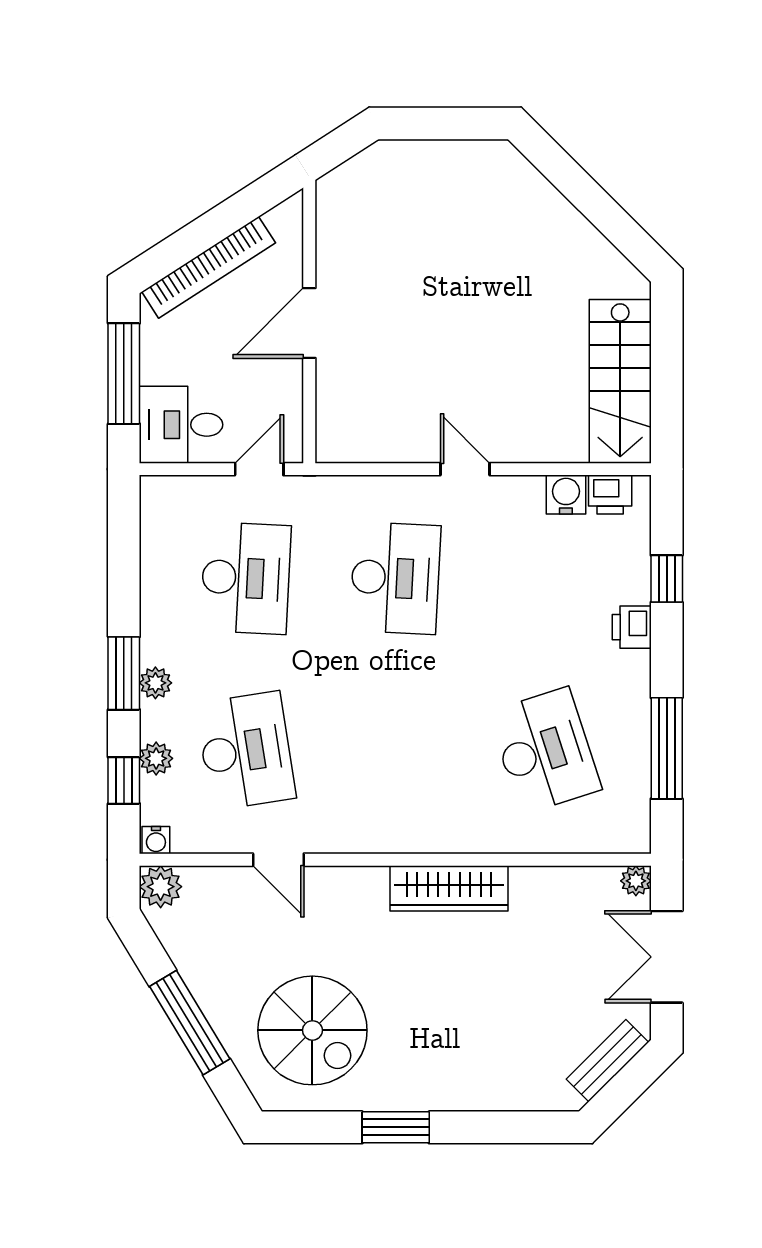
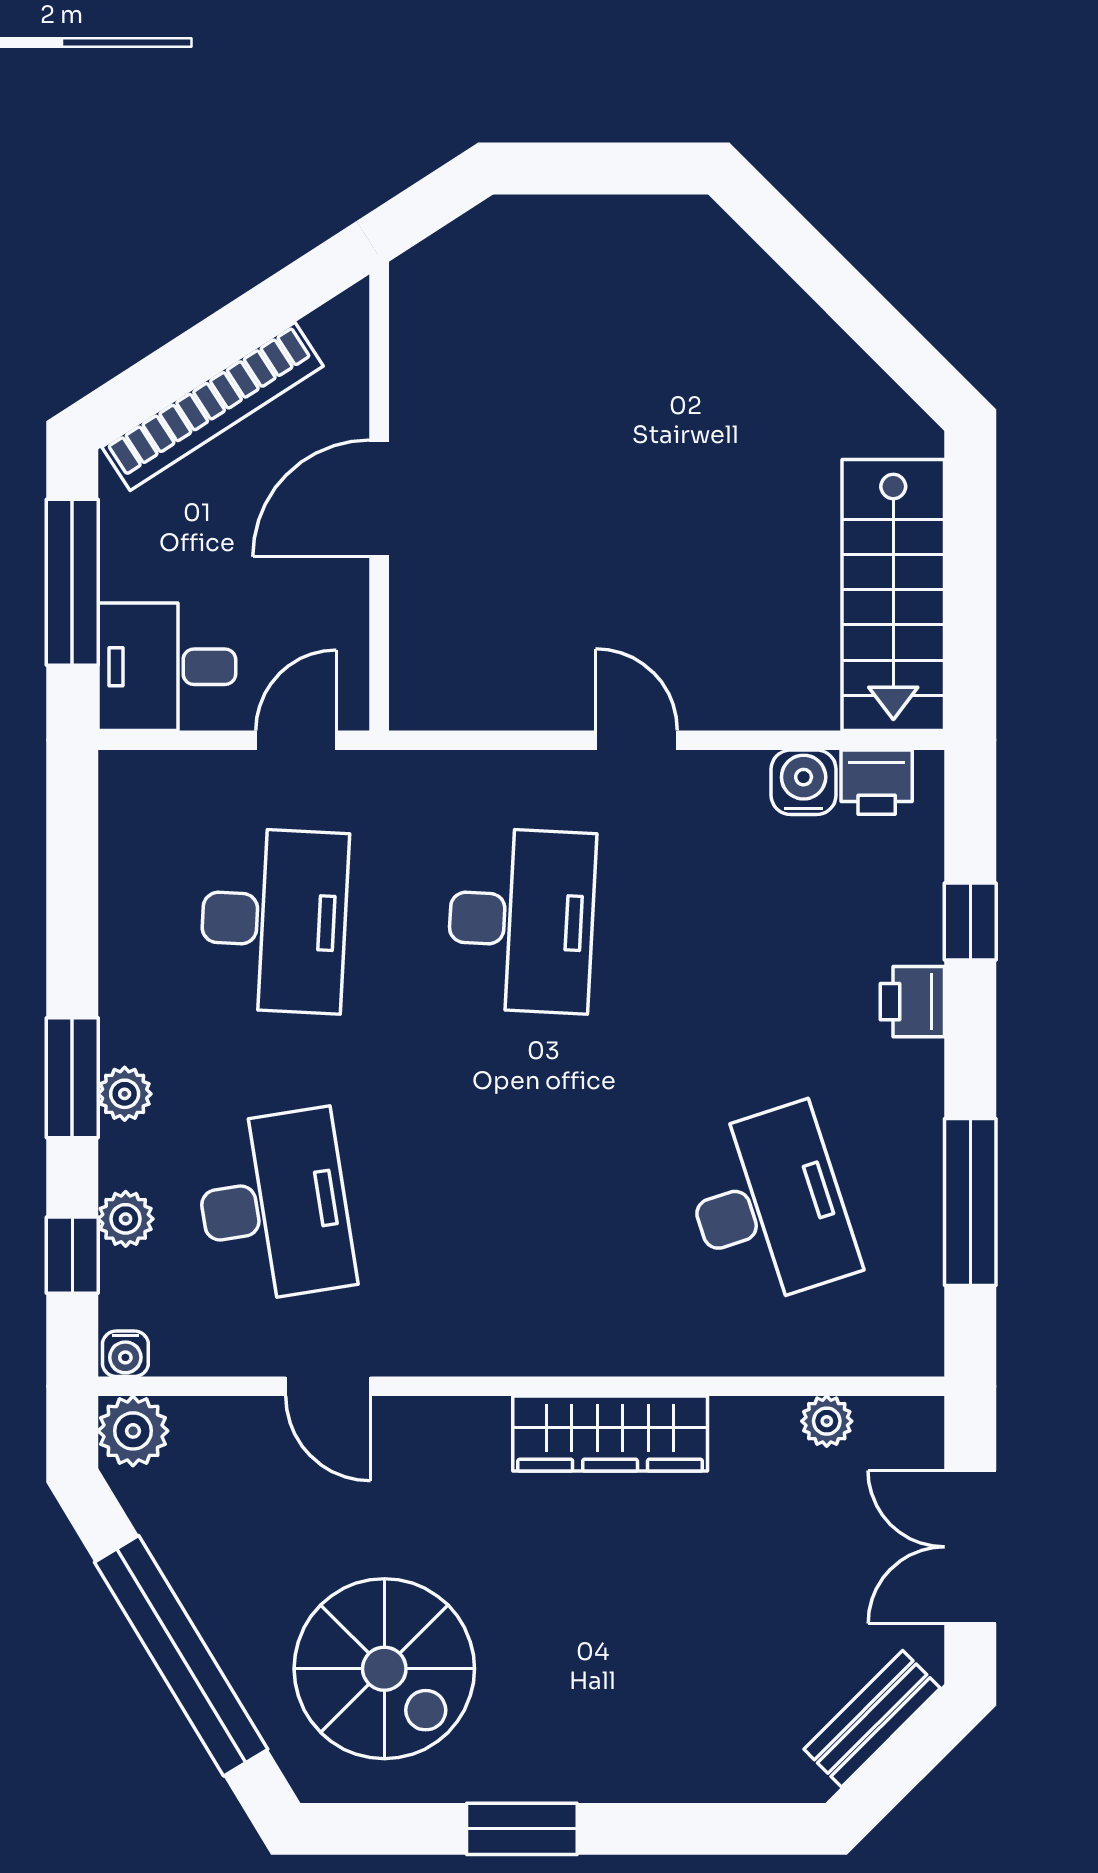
plant: (636, 881) -> (827, 1421), moved
window: (190, 1023) -> (181, 1656), width x1.46

